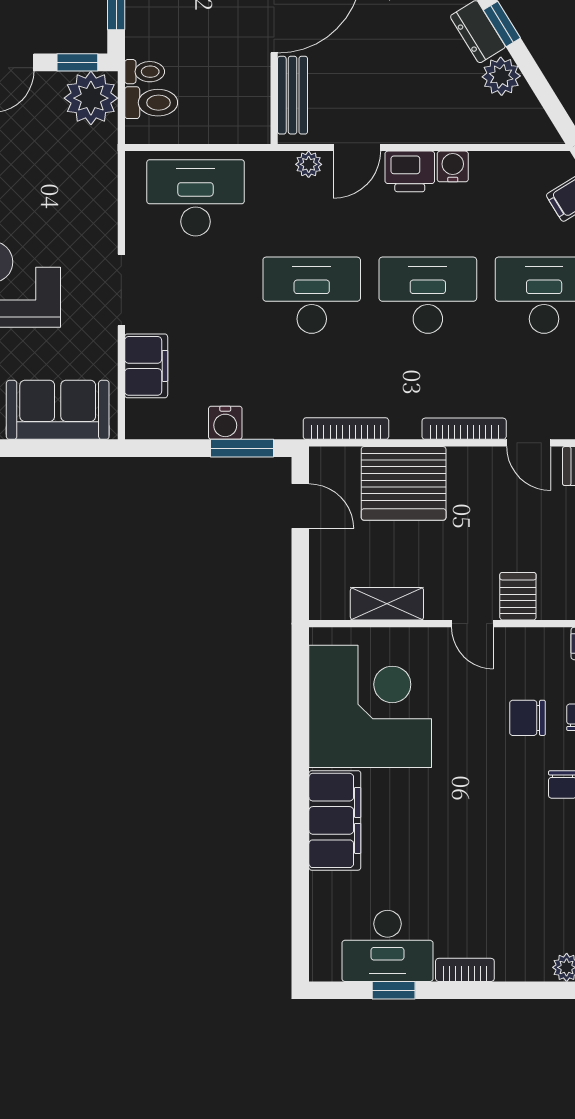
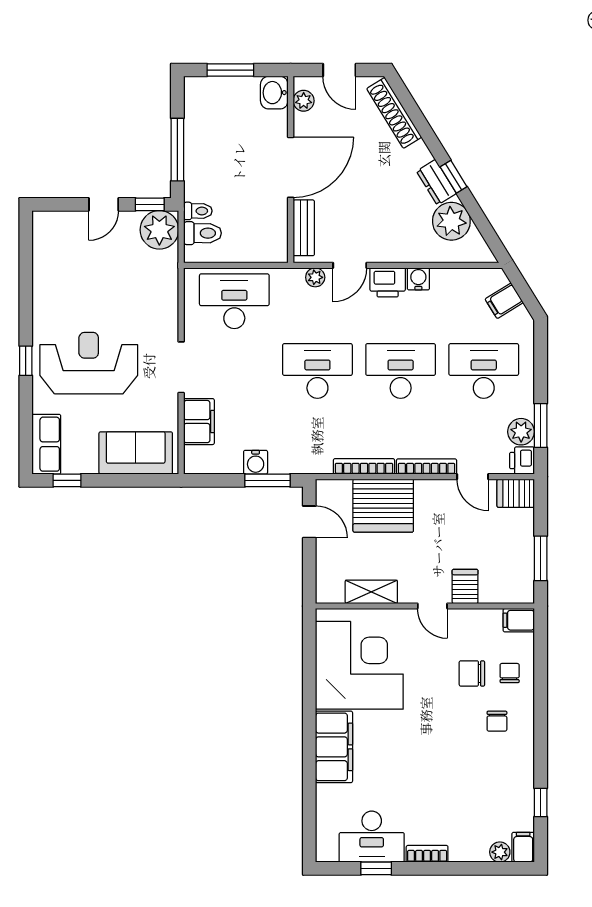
plant: (501, 76) -> (451, 221), width x1.36, depth x1.36
bookcase: (346, 429) -> (364, 466), moved

